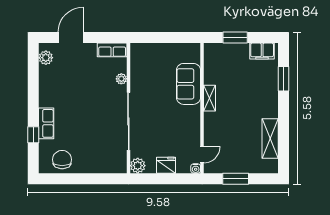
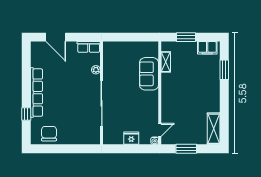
door: (71, 37) -> (56, 37), swing flipped
plant: (46, 58) -> (36, 53), removed
shelving: (210, 98) -> (166, 62), moved
row of seats: (46, 123) -> (36, 93), width x2.02
shelving: (270, 139) -> (214, 129), moved
plant: (138, 166) -> (109, 138), removed

